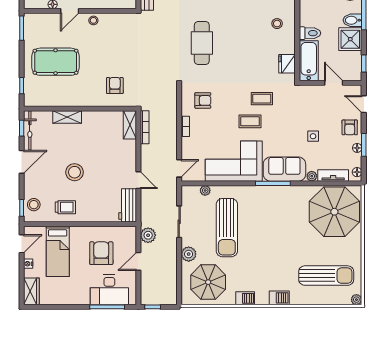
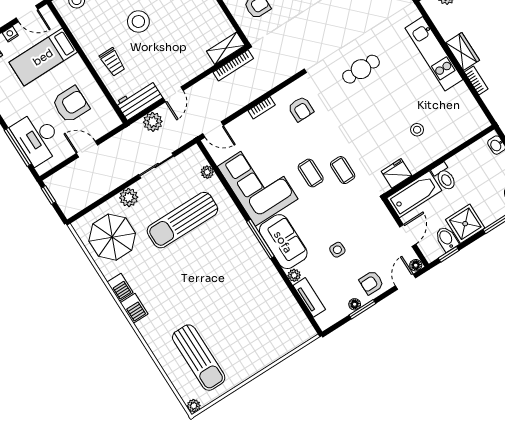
bidet: (352, 20) -> (447, 239), moved
stool: (277, 24) -> (417, 130), moved
cafe table: (202, 43) -> (361, 69), width x0.73, depth x0.74
floor lamp: (357, 172) -> (416, 265), moved
trolley: (65, 207) -> (112, 62), moved
parasol: (334, 212) -> (272, 323), removed
plant: (148, 235) -> (153, 122), moved
barbecue: (279, 298) -> (134, 308), moved

